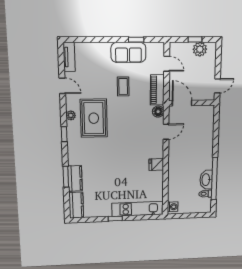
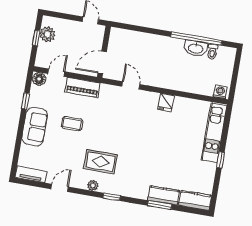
sofa: (128, 52) -> (35, 127), moved
floor lamp: (158, 112) -> (39, 79), moved
rug: (94, 118) -> (100, 162), width x0.73, depth x0.70

